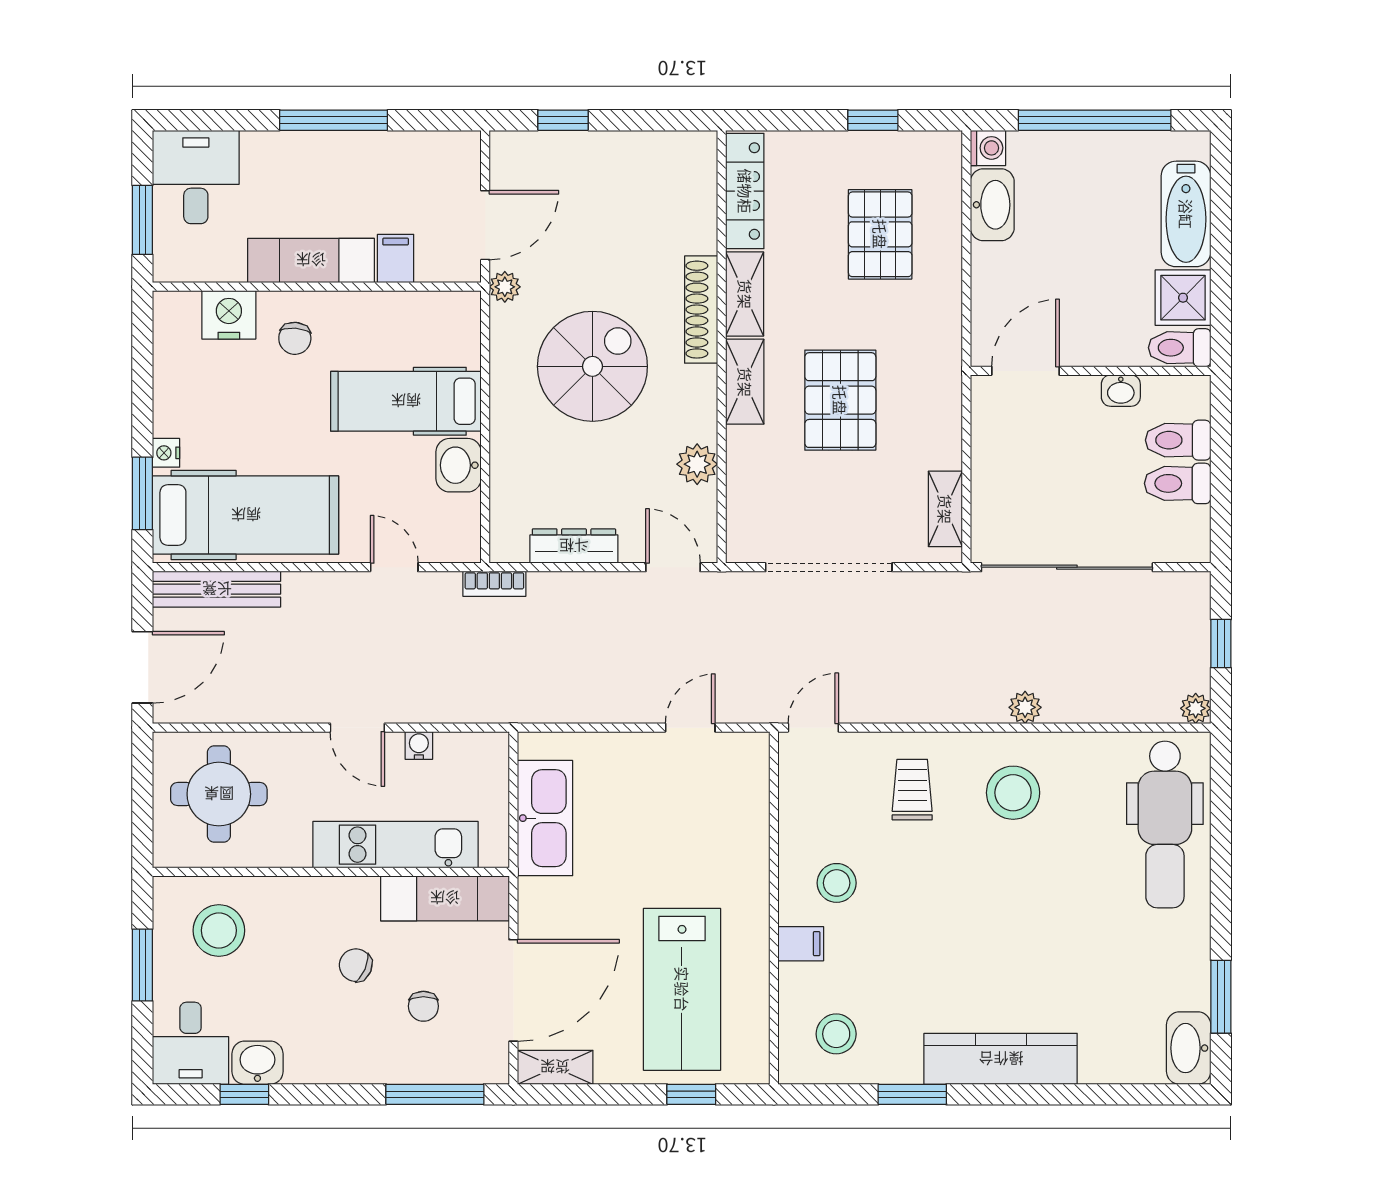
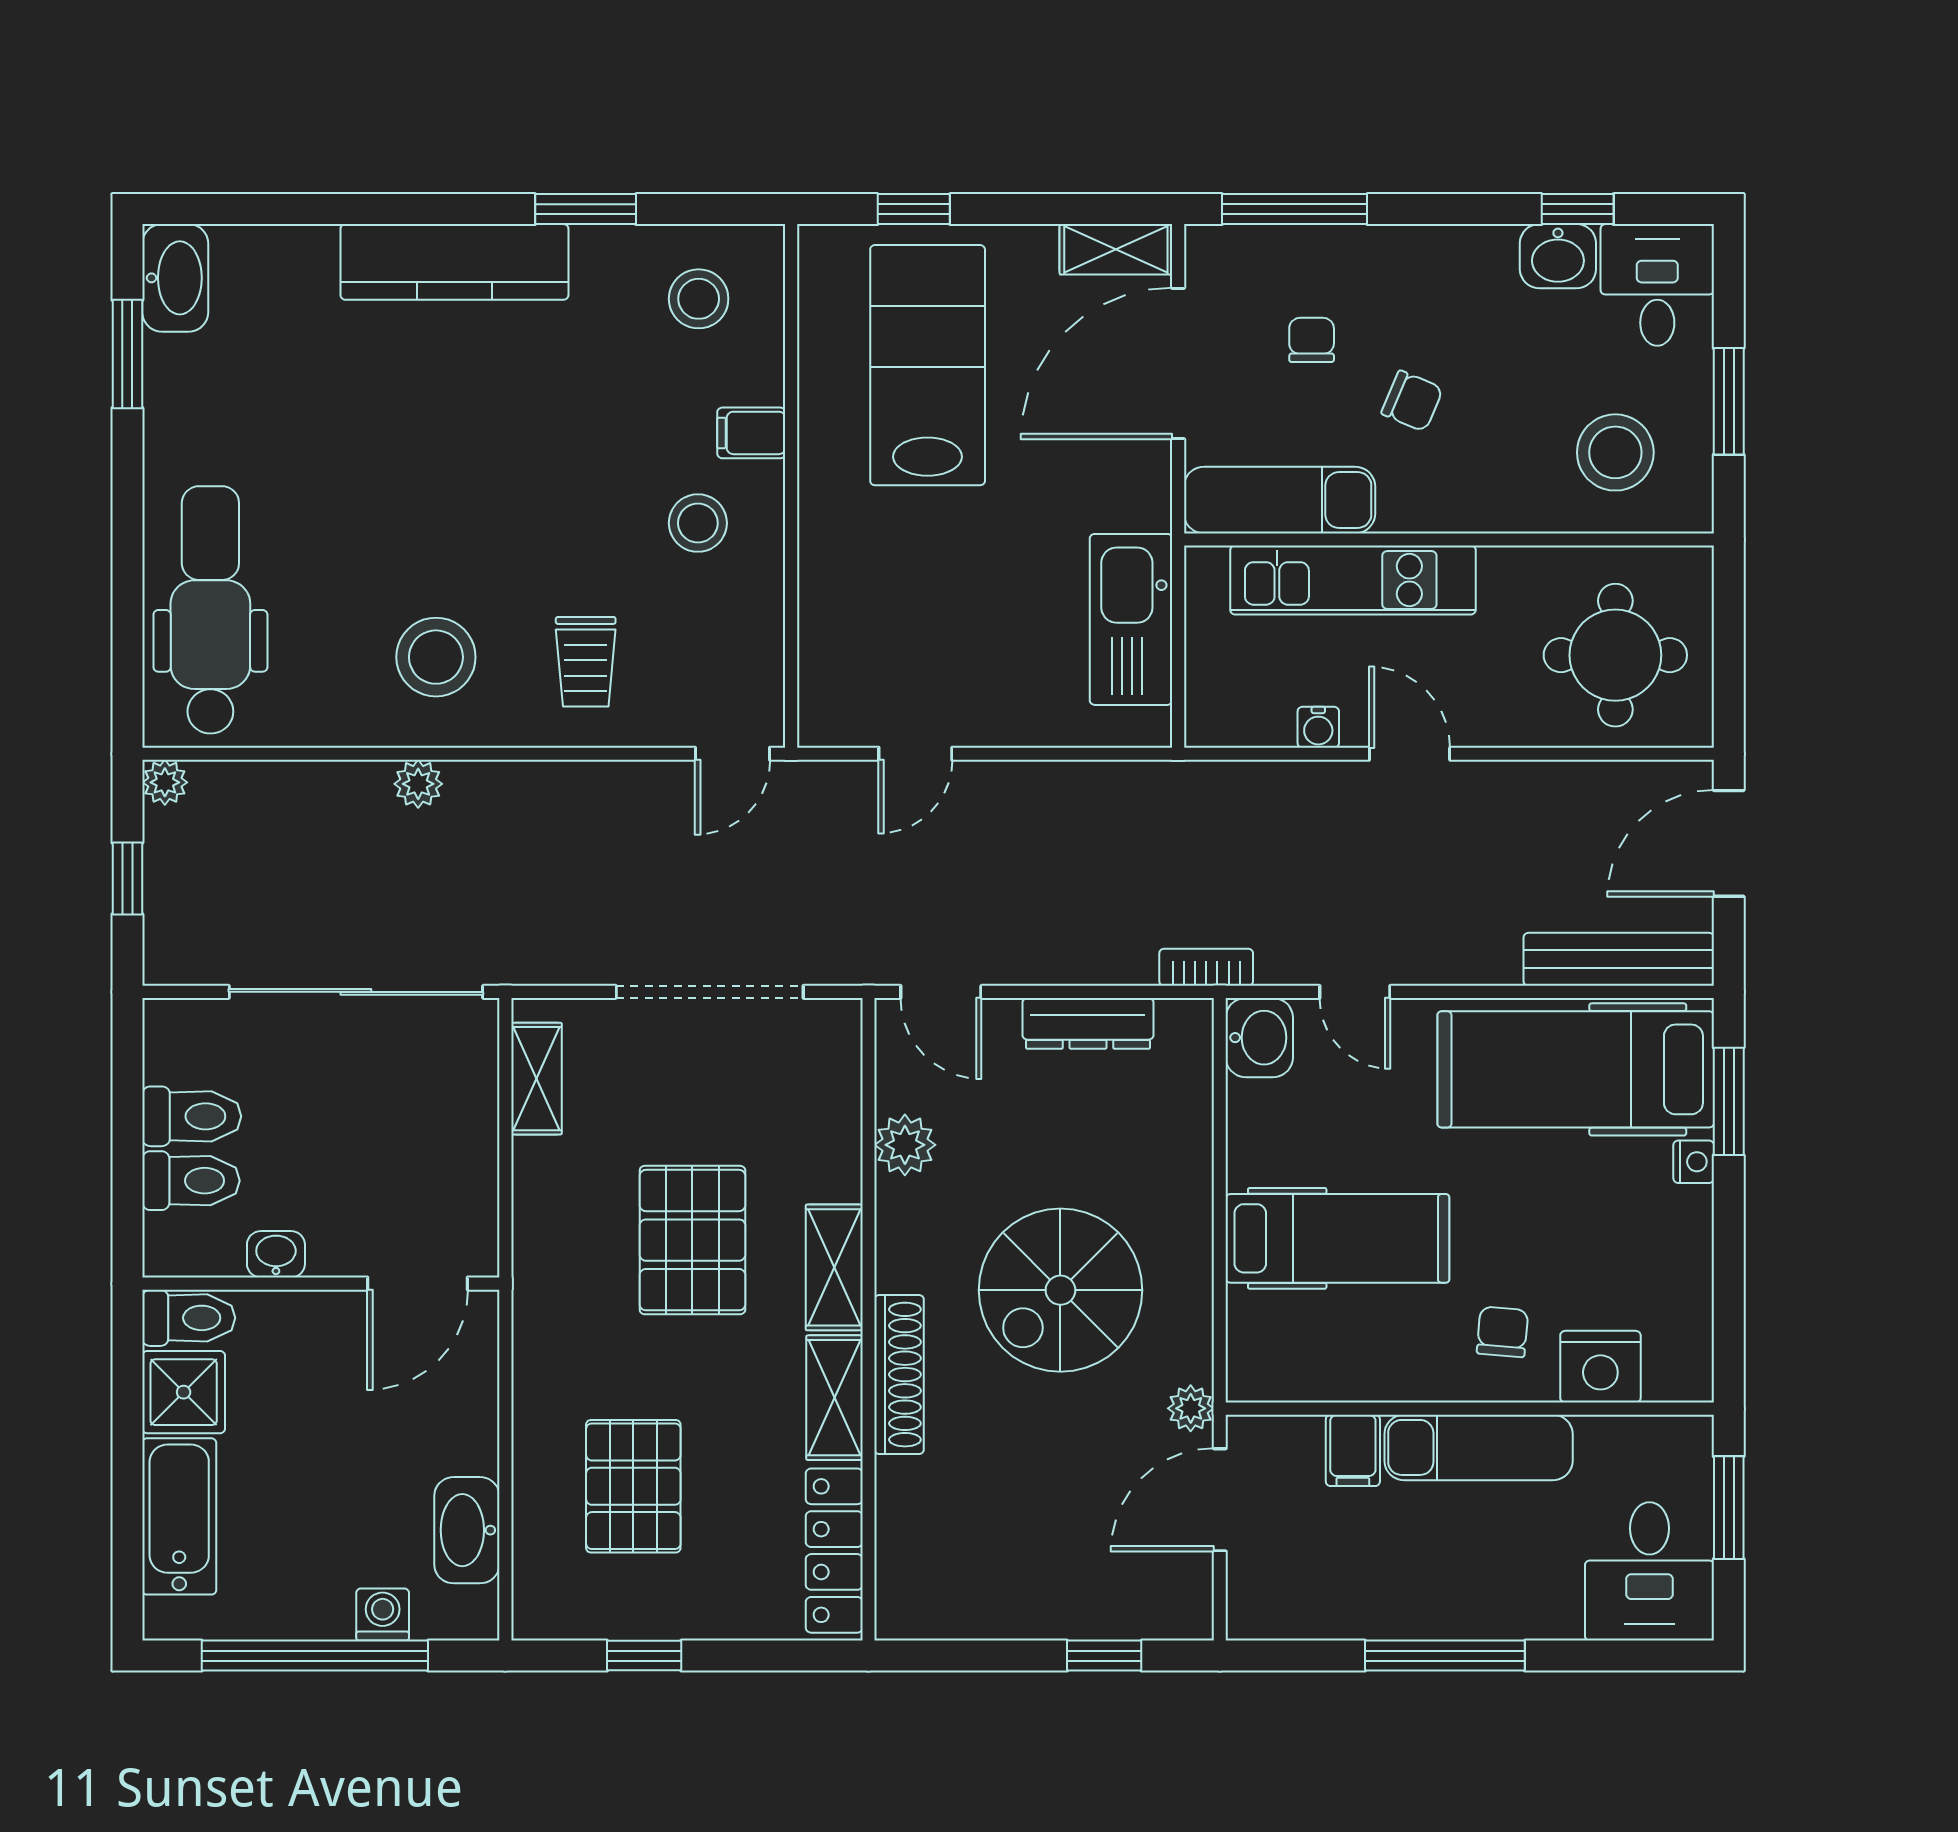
washing machine: (988, 148) -> (383, 1614), moved, turned 90
washbasin: (459, 465) -> (1259, 1038), moved

